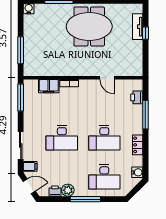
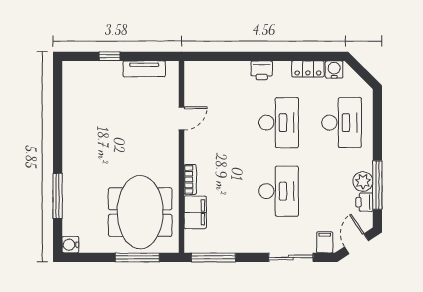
meeting table: (89, 26) -> (140, 212), moved
tv unit: (138, 27) -> (144, 69), moved
printer: (137, 97) -> (262, 70), moved
window: (145, 115) -> (241, 56), removed
locker: (138, 145) -> (308, 69), moved
window: (85, 199) -> (377, 185), moved

